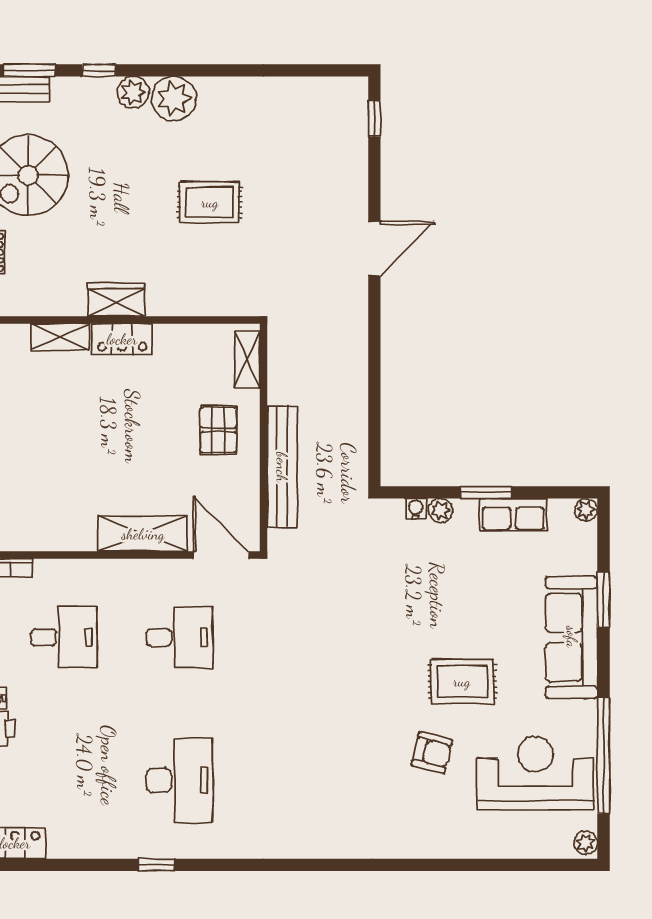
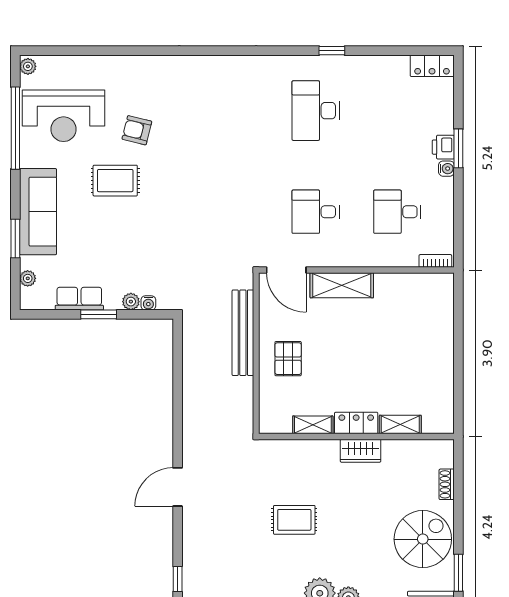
shelving: (247, 360) -> (313, 425), moved, turned 90
plant: (586, 510) -> (28, 278), moved

